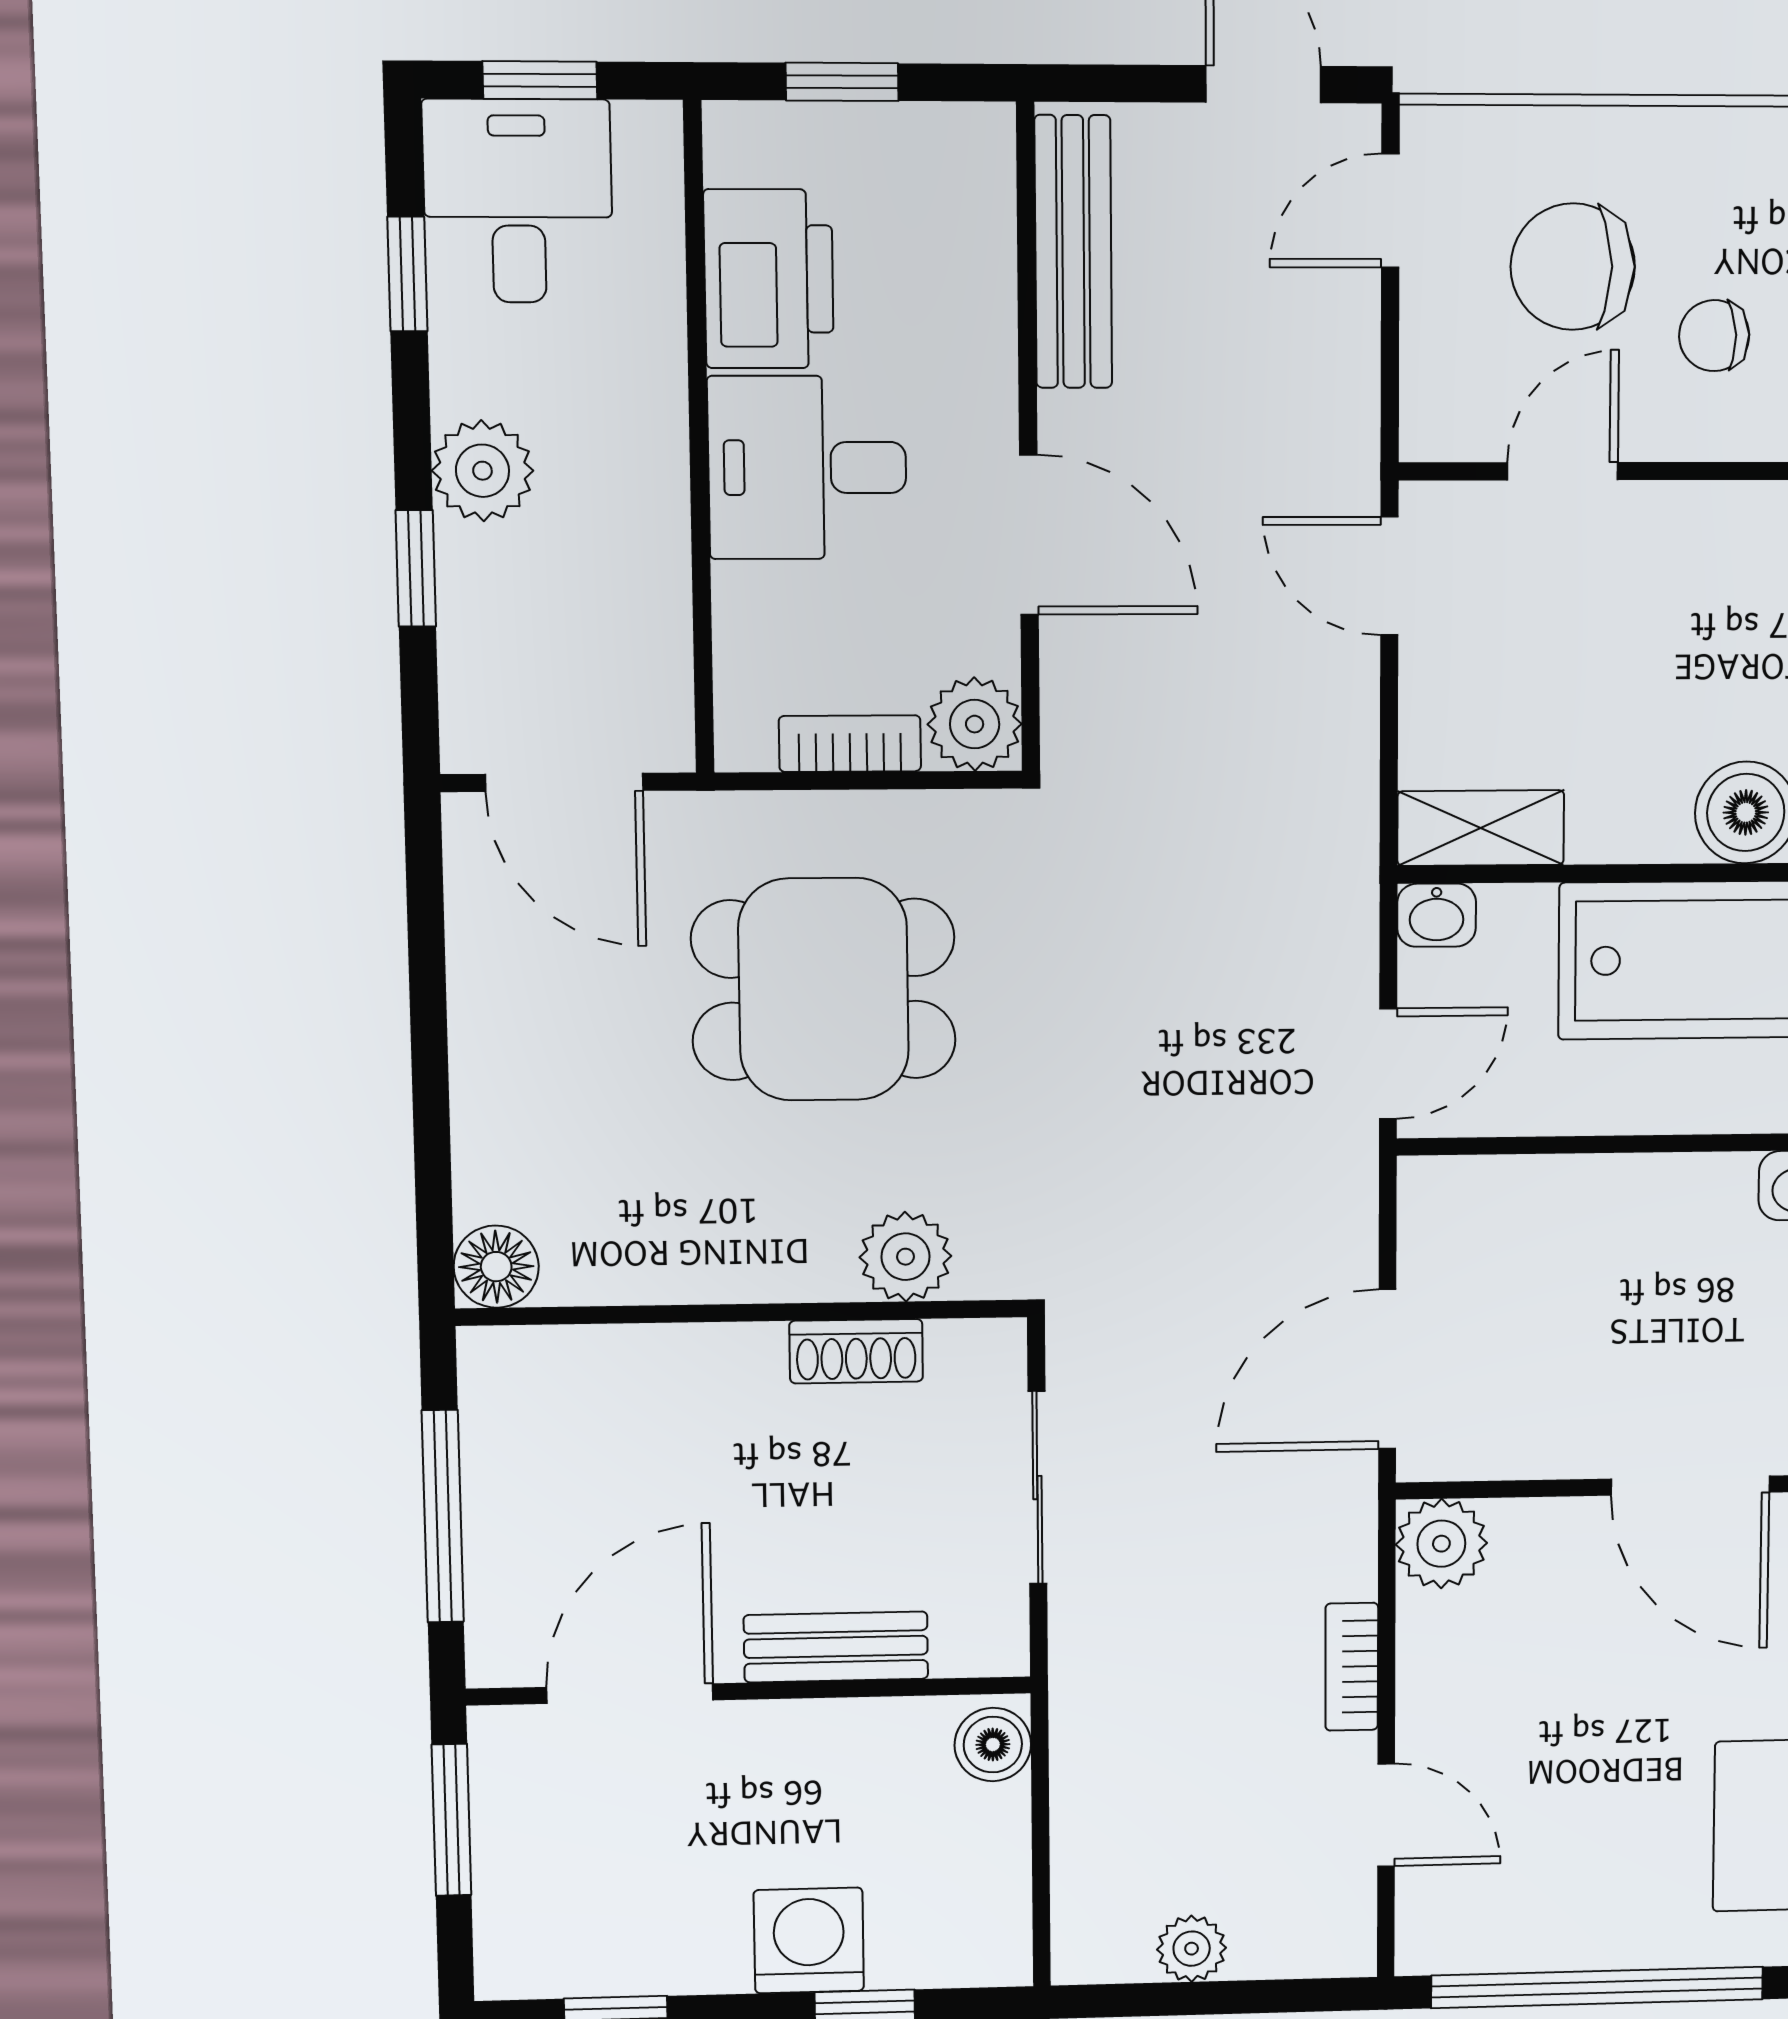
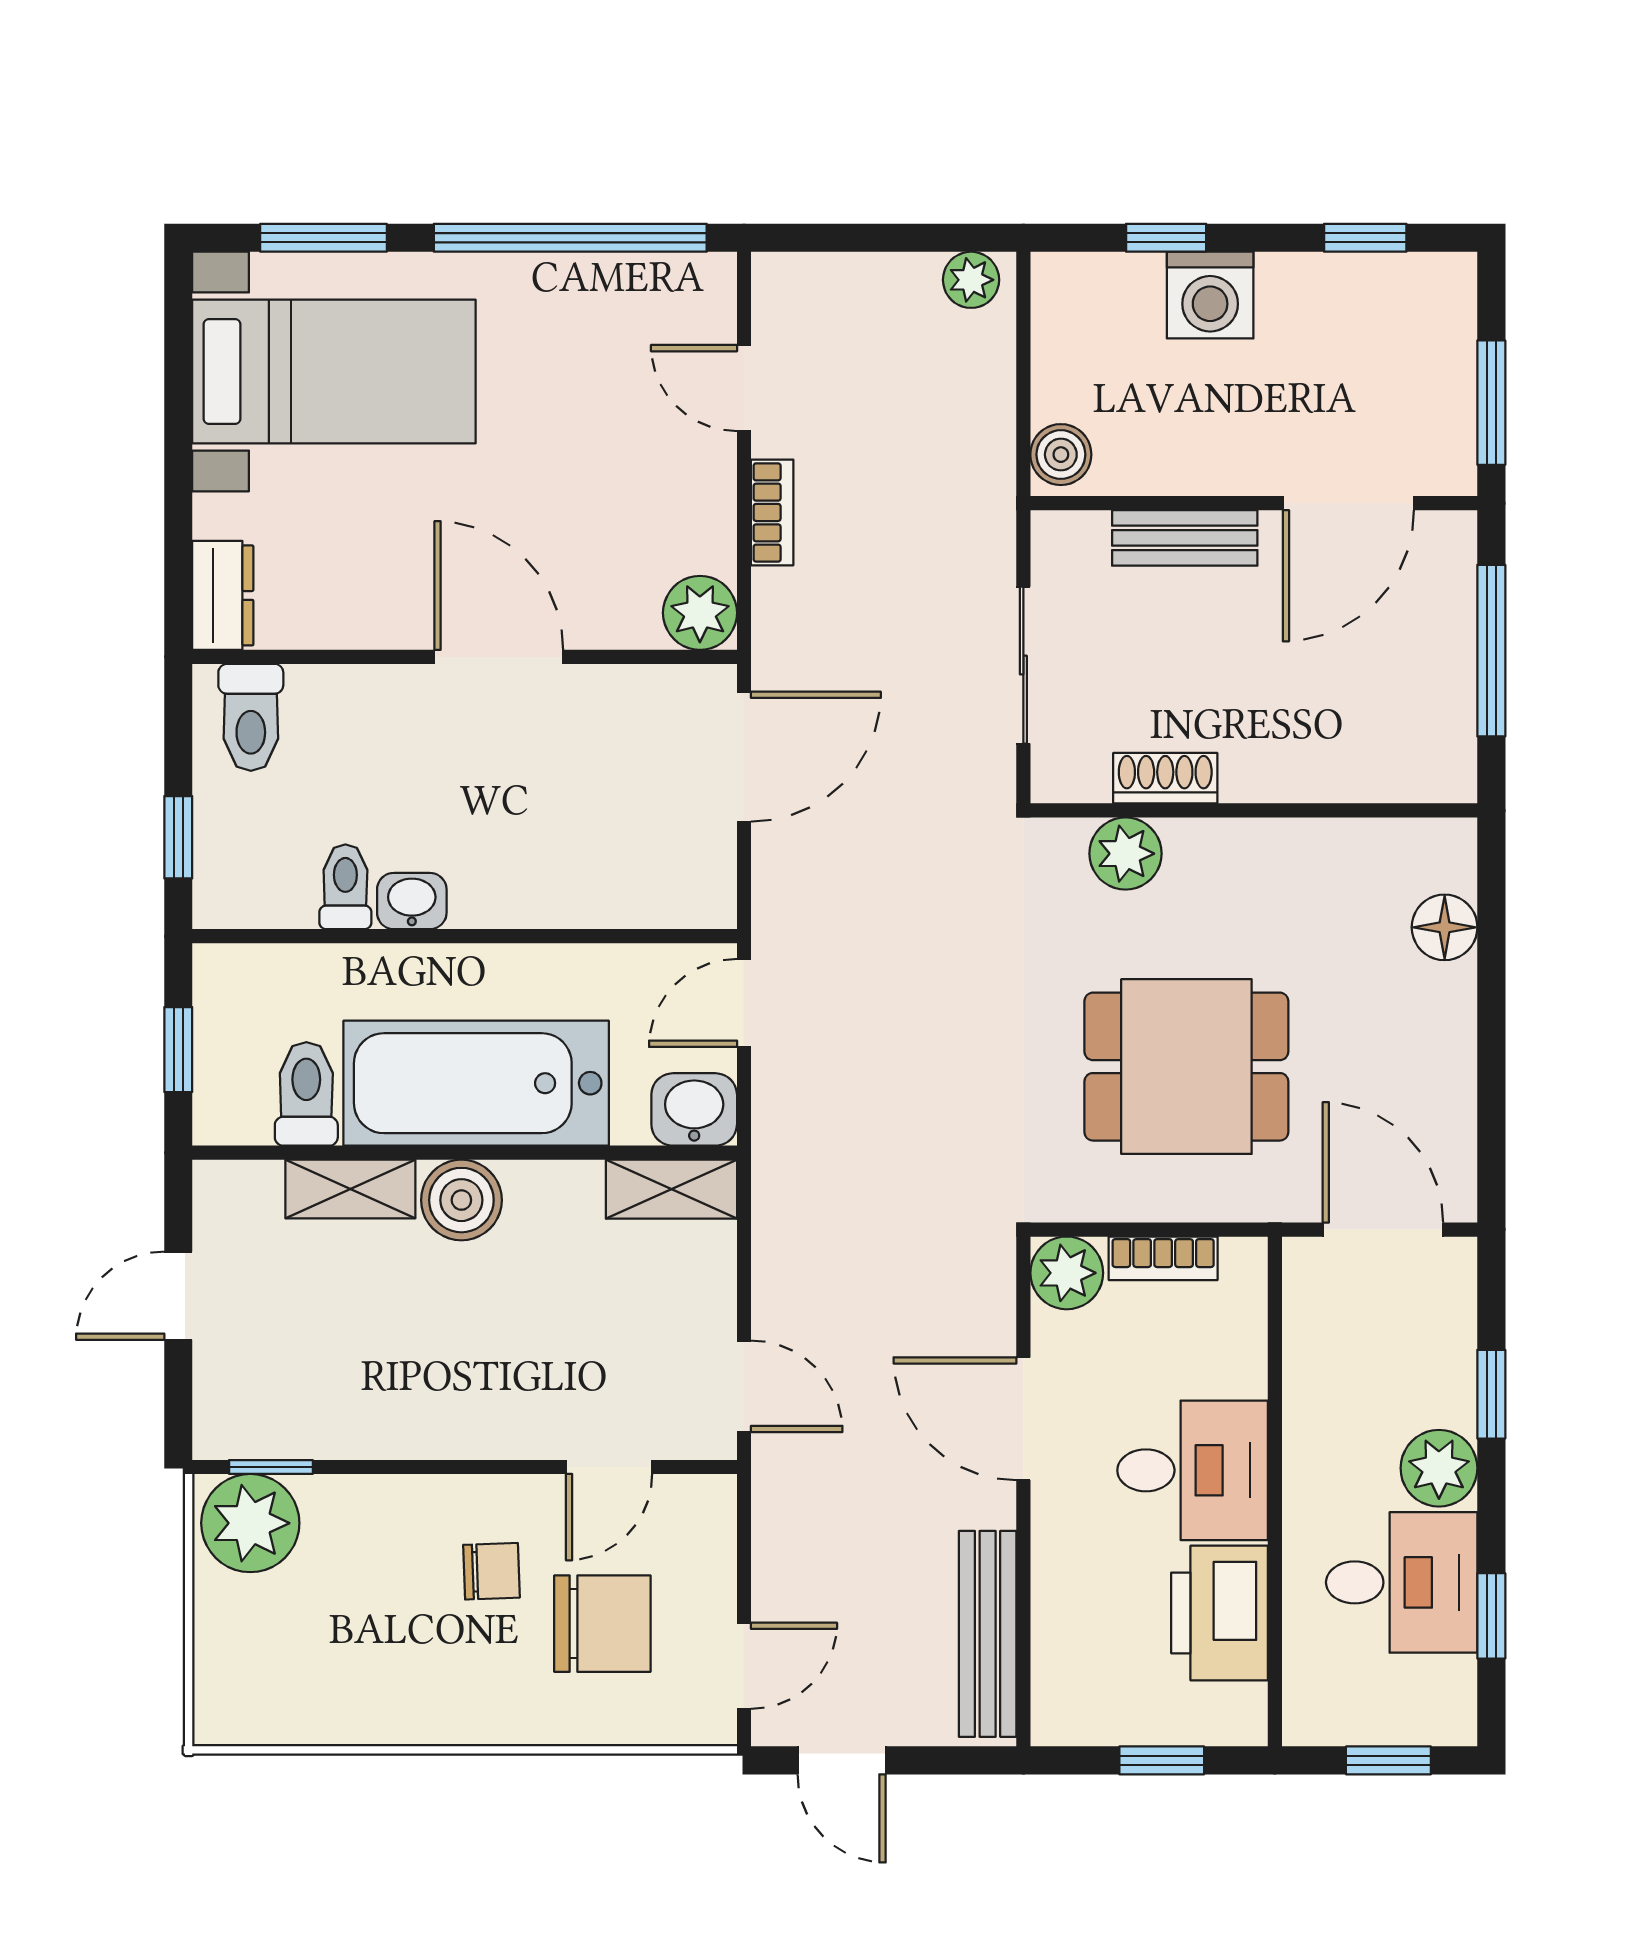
desk: (518, 201) -> (1402, 1582), moved, turned -90
washbasin: (1437, 915) -> (694, 1109), width x1.38, depth x1.45
floor lamp: (496, 1267) -> (1445, 927), moved
plant: (1192, 1949) -> (971, 280), moved

